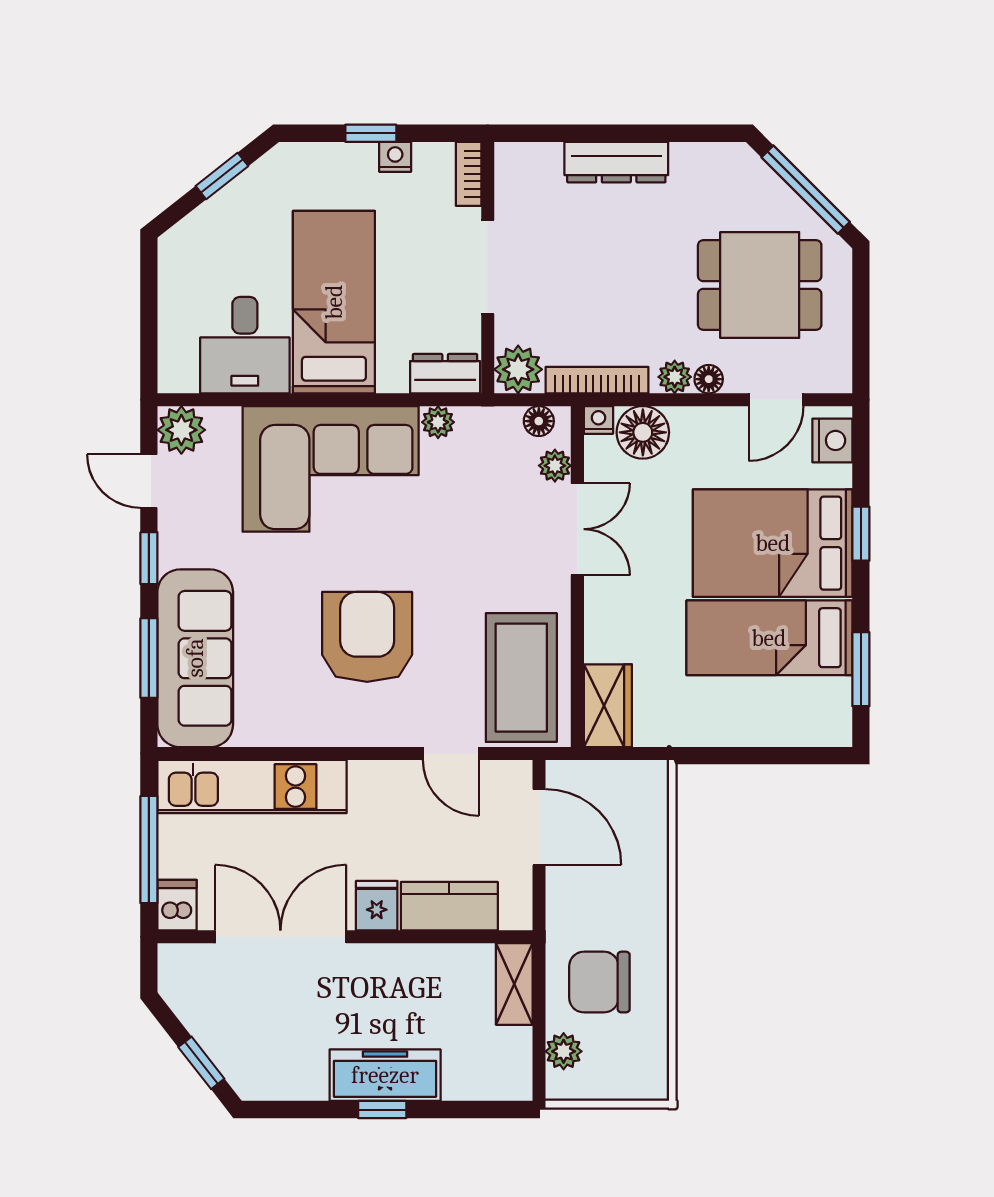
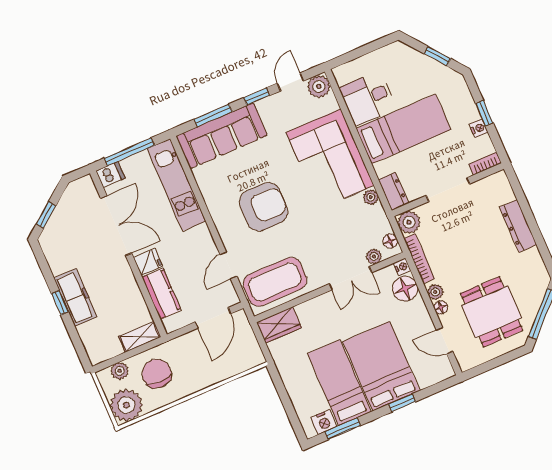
nightstand: (832, 440) -> (324, 422), moved
plant: (635, 1067) -> (126, 405), added

